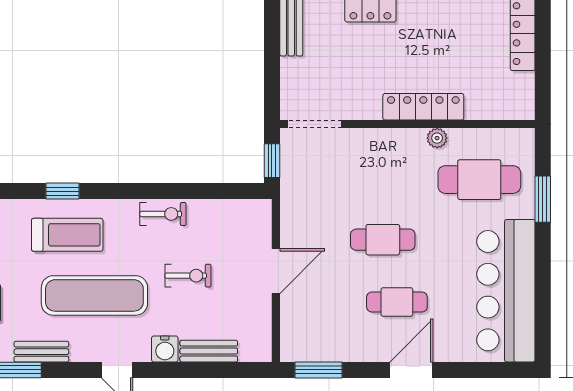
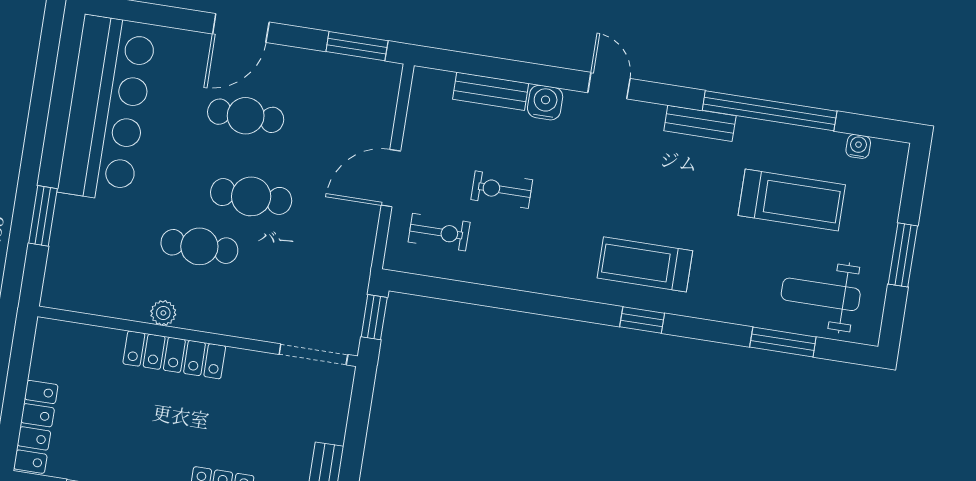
cafe table: (479, 180) -> (199, 246), moved, width x0.73, depth x0.74
exercise bike: (163, 214) -> (439, 232), moved, turned 180
exercise mat: (94, 295) -> (623, 183), removed

